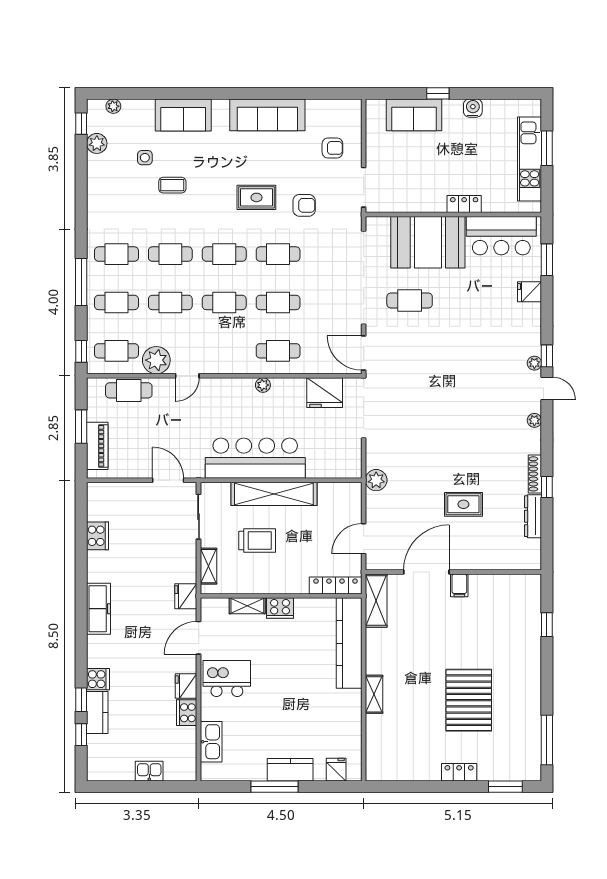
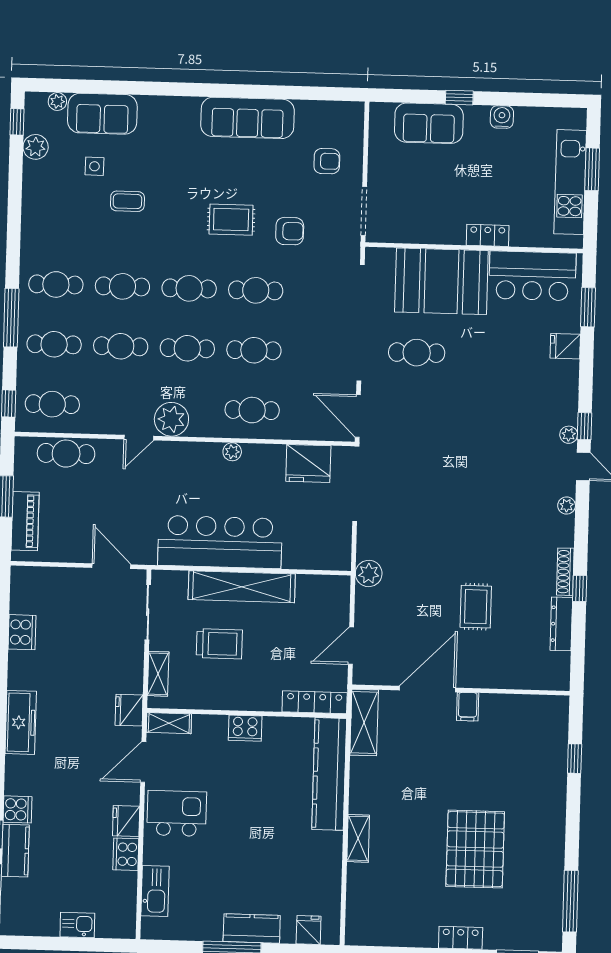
sofa: (183, 115) -> (102, 114), moved
plant: (156, 360) -> (171, 419), moved
rug: (463, 504) -> (476, 607), turned 90
shelving: (247, 606) -> (169, 723), moved

